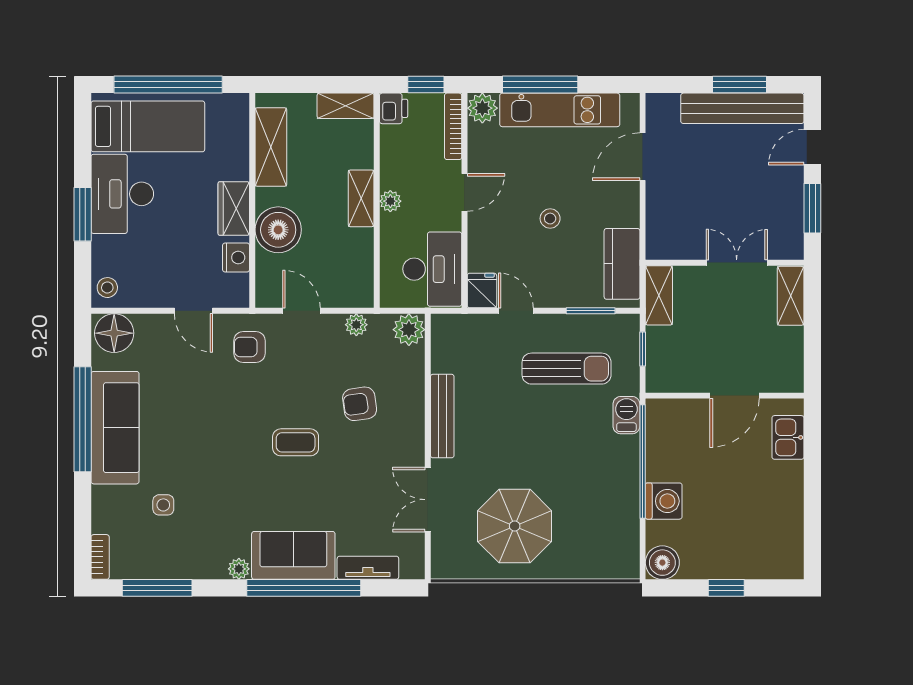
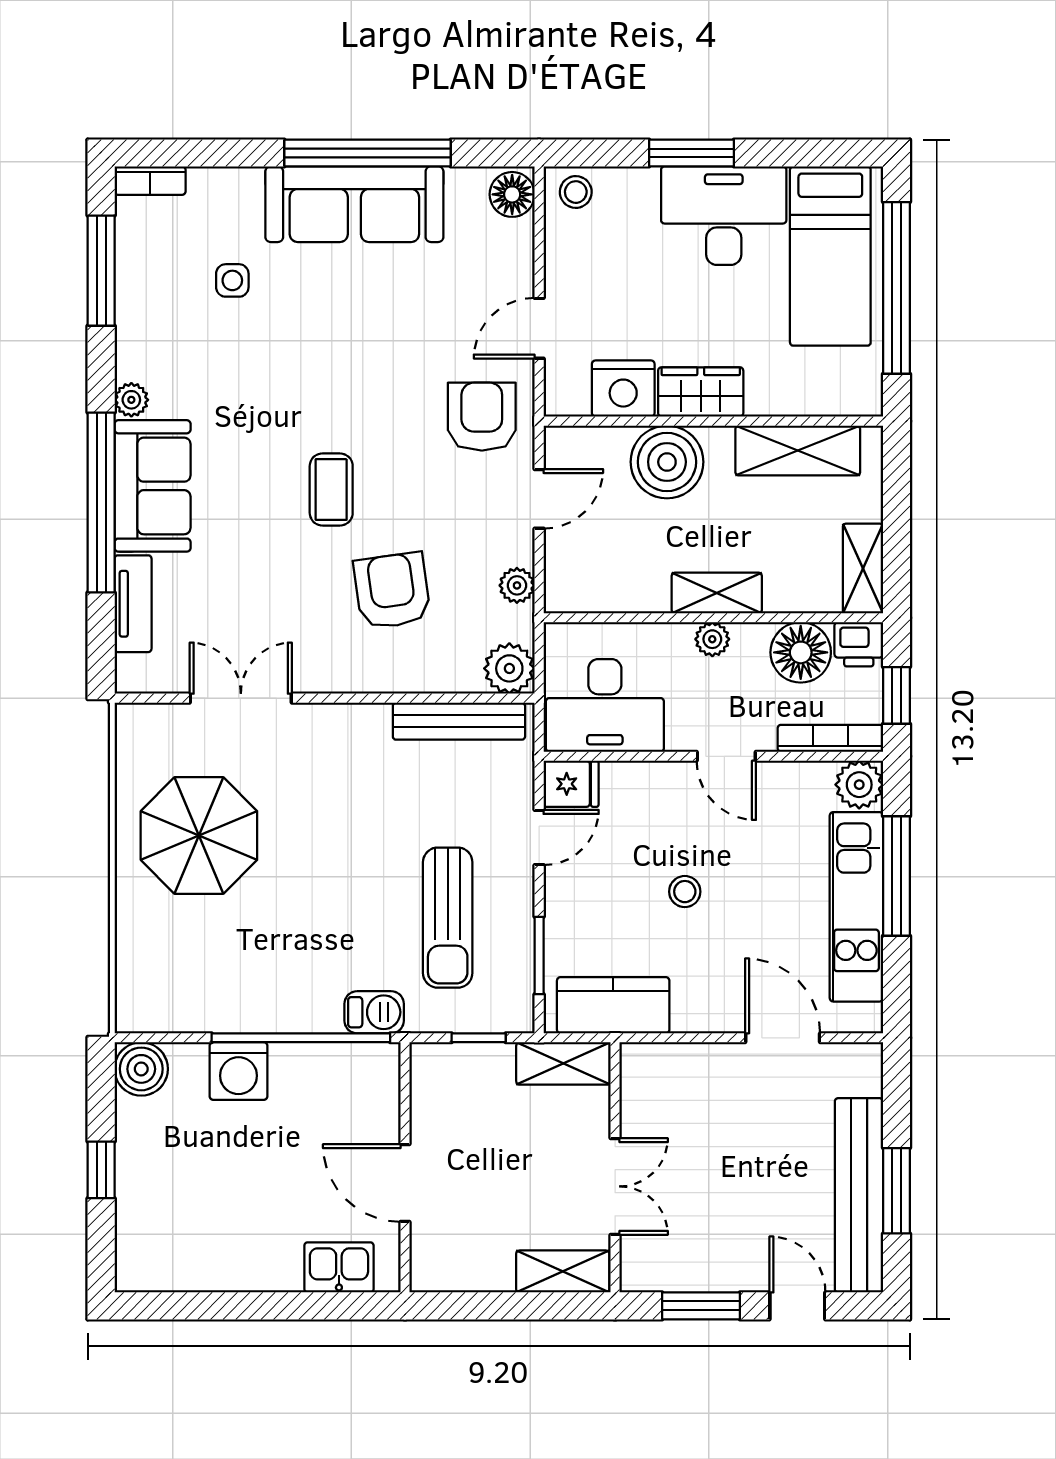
floor lamp: (399, 145) -> (801, 652), added
nightstand: (236, 258) -> (623, 389), width x1.36, depth x1.33
floor lamp: (114, 333) -> (512, 194), width x0.73, depth x0.73
armchair: (249, 347) -> (482, 417), width x1.38, depth x1.38
armchair: (360, 404) -> (392, 591), width x1.38, depth x1.38
bench: (442, 416) -> (459, 721), moved

